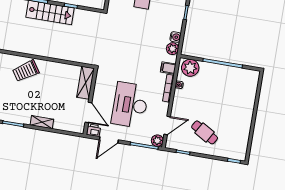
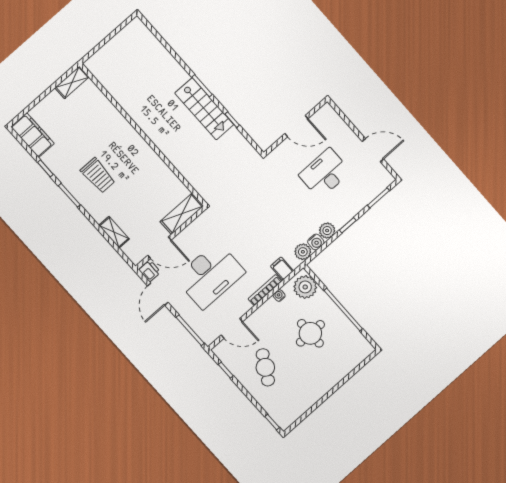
trolley: (26, 71) -> (98, 175), moved, turned -146
round table: (215, 92) -> (310, 333), added
desk: (130, 105) -> (210, 275), turned 180
door: (88, 112) -> (159, 248), hinge flipped
shelving: (42, 122) -> (114, 232), moved
door: (109, 140) -> (158, 294), hinge flipped
plant: (157, 141) -> (327, 231), moved

